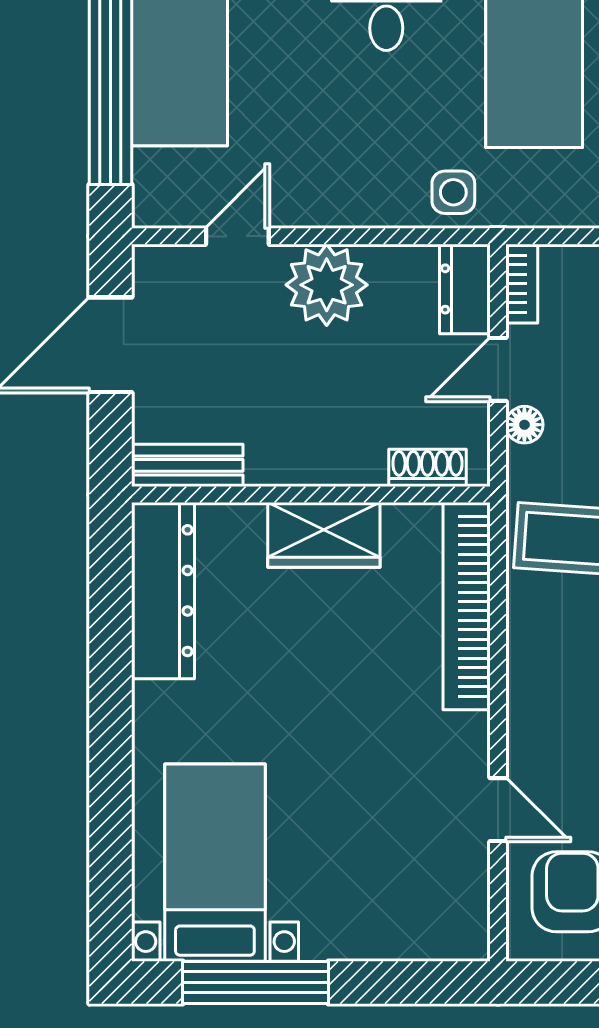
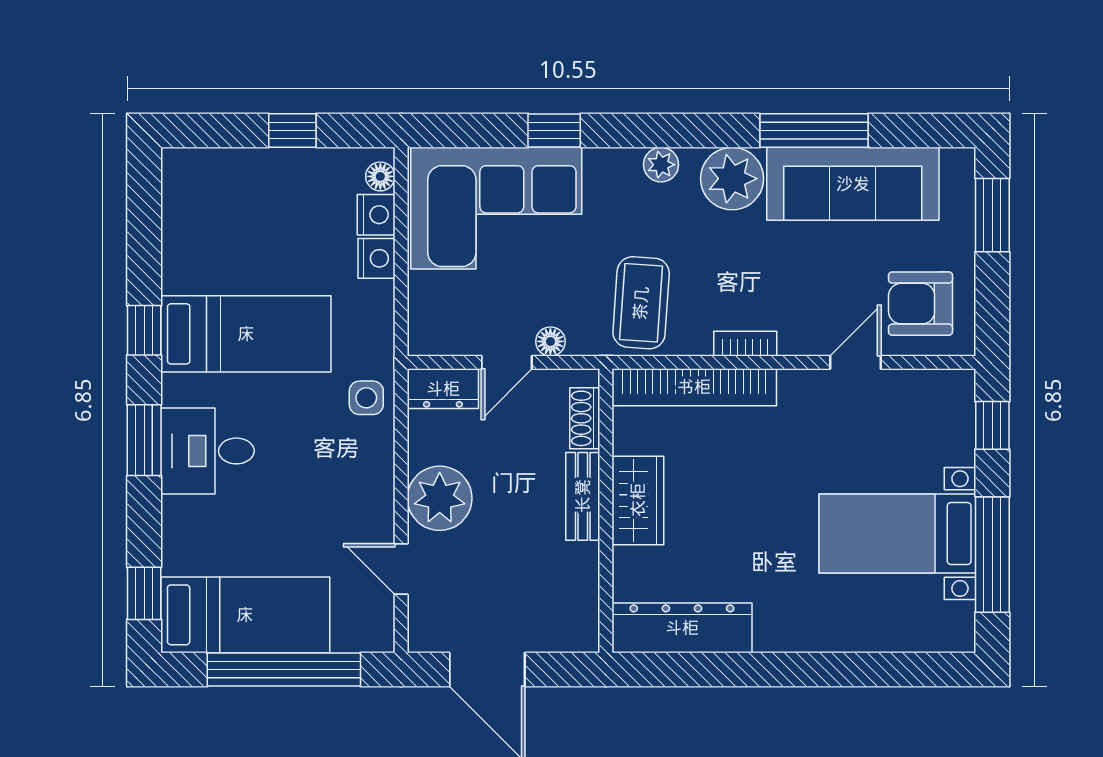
bookcase: (522, 284) -> (745, 344), moved
door: (498, 369) -> (507, 362), hinge flipped
bench: (187, 465) -> (583, 496), moved
bed with nightstands: (215, 863) -> (897, 534), moved
window: (418, 982) -> (992, 425), added

